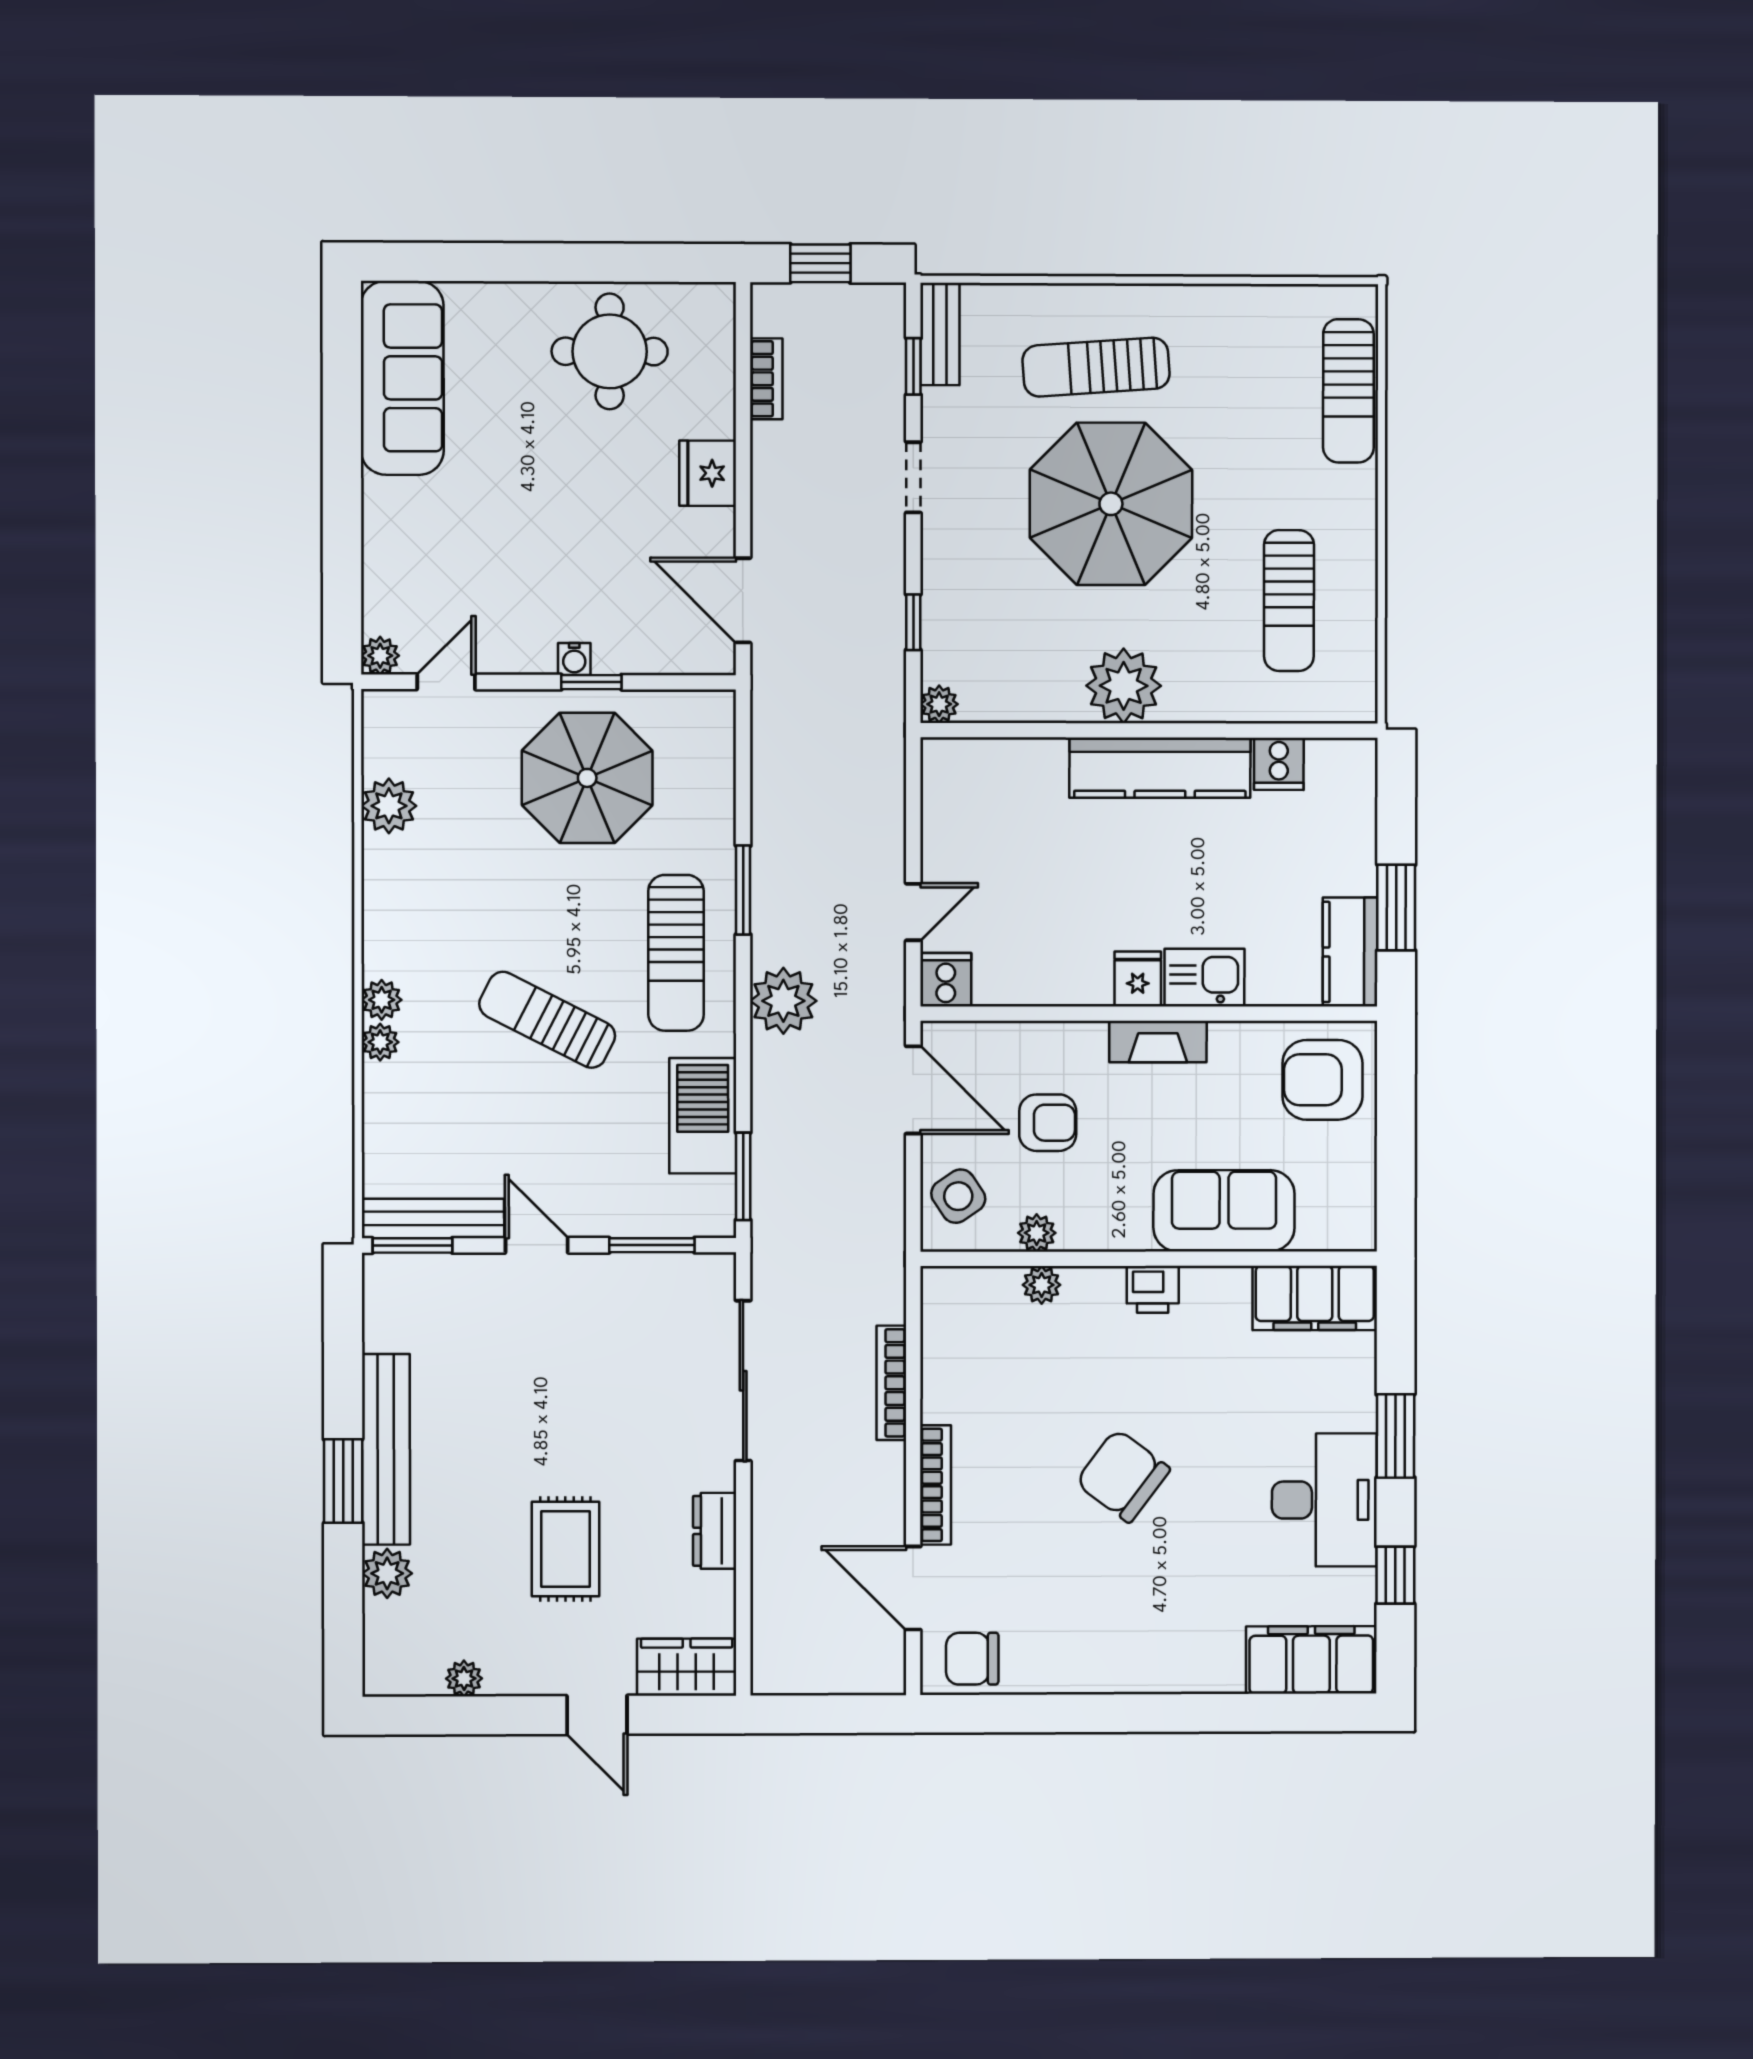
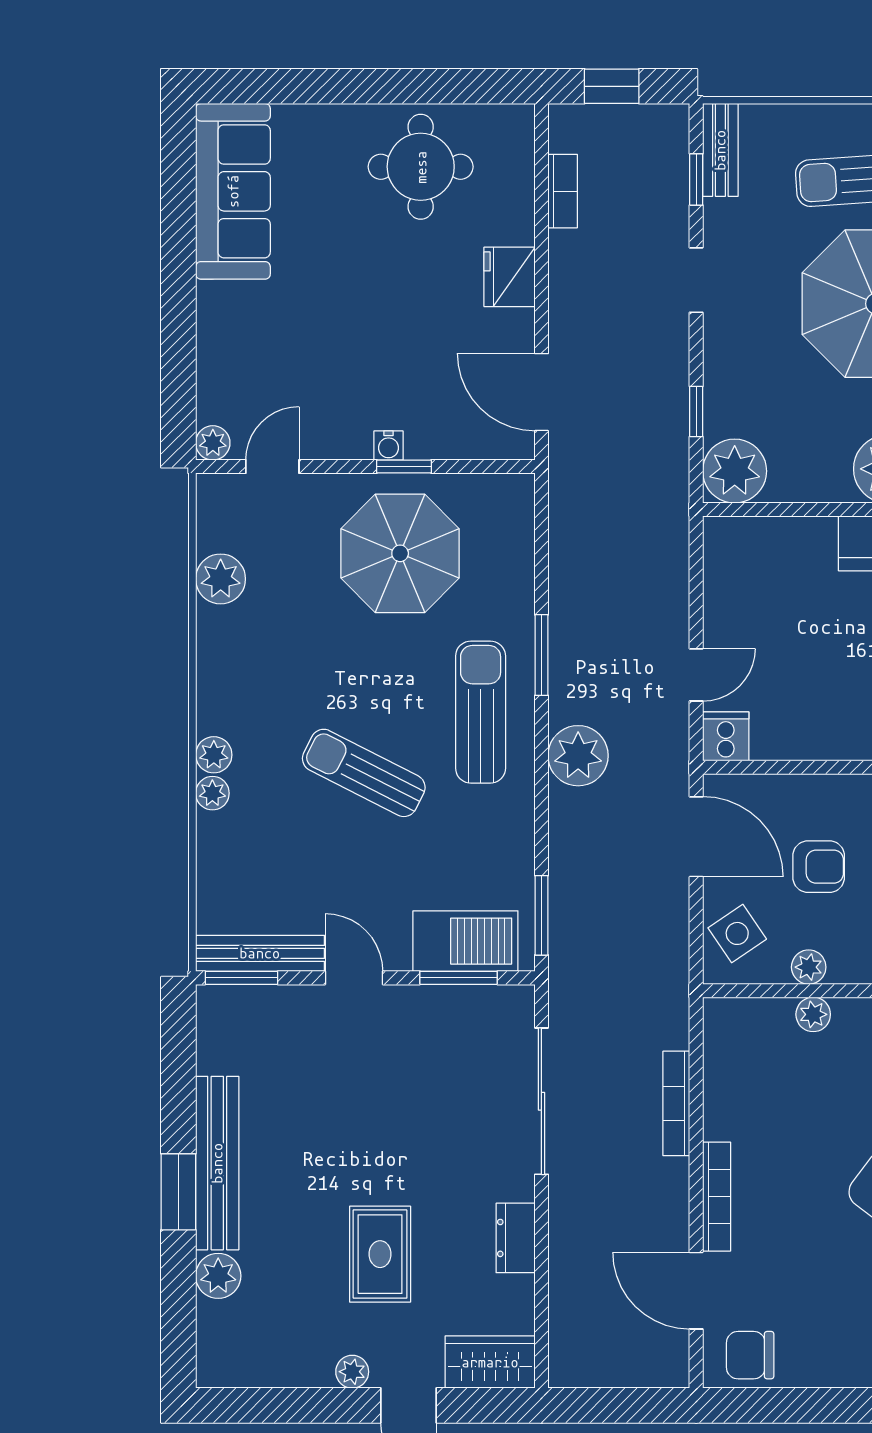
plant: (939, 704) -> (735, 471), width x1.88, depth x1.88
sun lounger: (676, 953) -> (481, 712), turned 180
barbecue: (703, 1116) -> (465, 941), moved, turned 90
plant: (464, 1679) -> (352, 1372), moved

